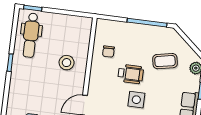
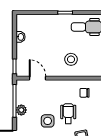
wheelchair: (131, 74) -> (68, 114), turned 180

